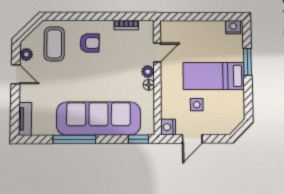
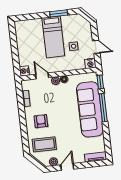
nightstand: (233, 27) -> (24, 71), moved
window: (247, 62) -> (59, 13), moved
window: (74, 139) -> (103, 108), moved

